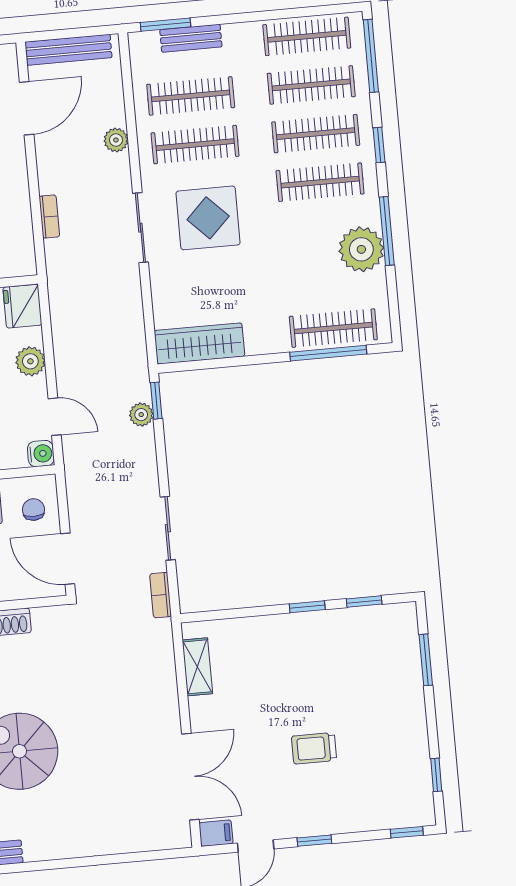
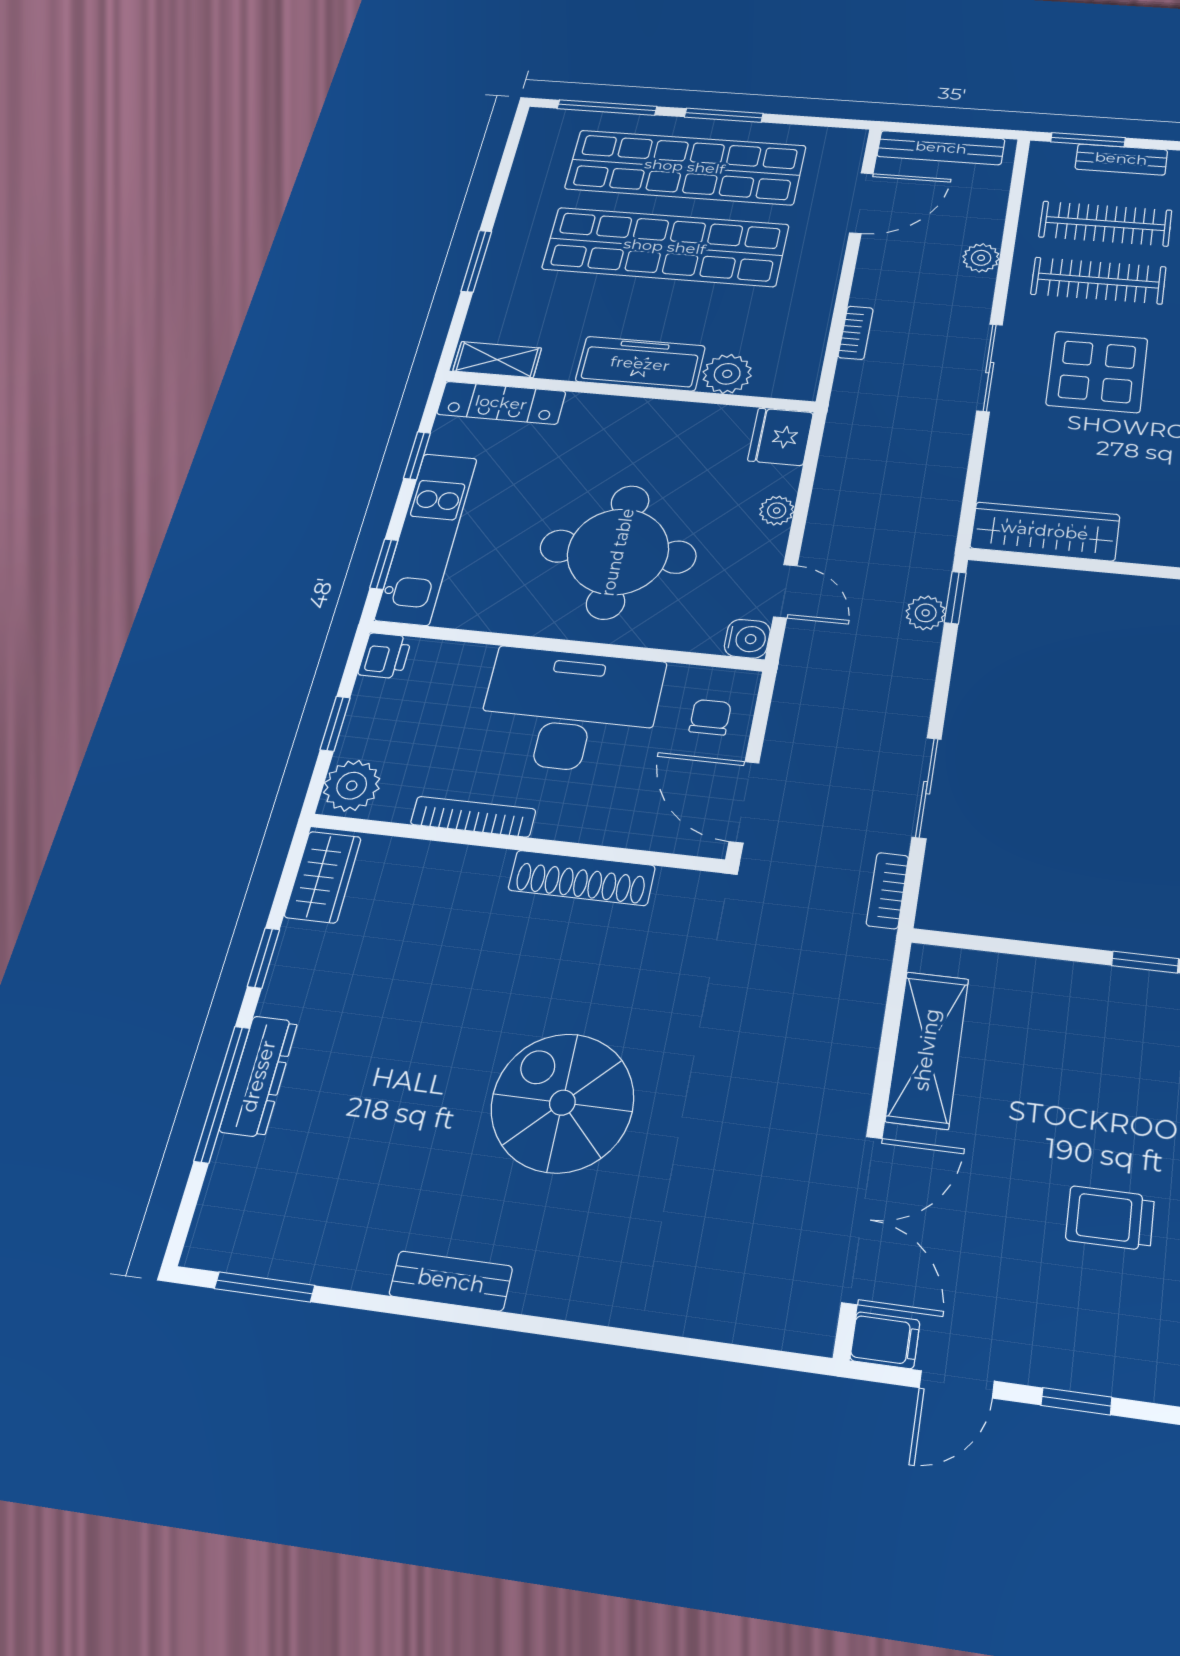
plant: (30, 361) -> (777, 511), width x0.73, depth x0.73
shelving: (197, 667) -> (927, 1050), width x1.50, depth x1.33

